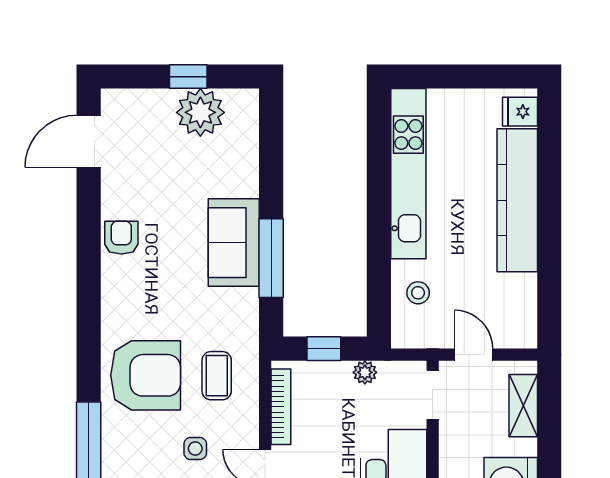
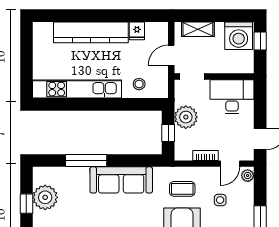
fridge: (520, 112) -> (137, 31), moved
sofa: (234, 243) -> (121, 180), width x1.36
window: (271, 258) -> (86, 161), moved
plant: (365, 372) -> (186, 117), width x1.88, depth x1.88
bookcase: (281, 407) -> (206, 155), width x0.64

